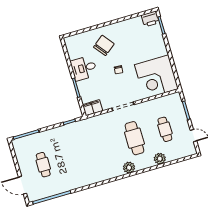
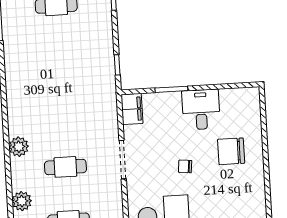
chair: (104, 45) -> (231, 151), turned 128
cafe table: (134, 138) -> (65, 167), width x0.73, depth x0.74

